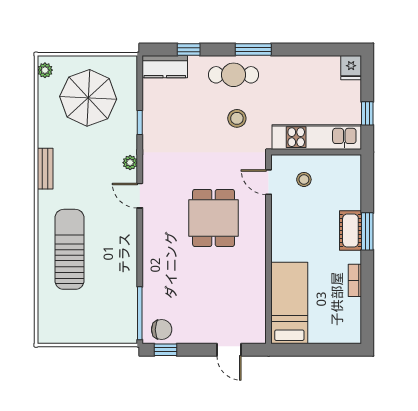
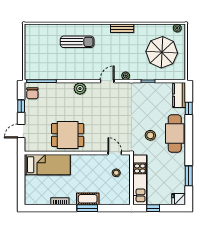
window: (253, 50) -> (189, 176), moved
cafe table: (234, 75) -> (175, 133), width x1.37, depth x1.35
door: (269, 182) -> (115, 153), hinge flipped
dining table: (214, 218) -> (68, 135), moved
plant: (153, 244) -> (80, 89), added
sun lounger: (69, 249) -> (77, 42), width x0.73, depth x0.75
window: (166, 350) -> (21, 106), moved

